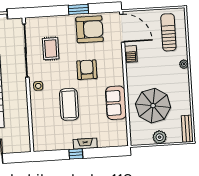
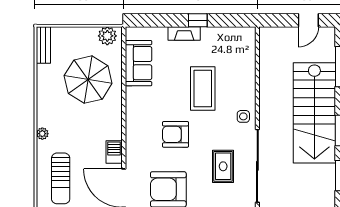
armchair: (87, 70) -> (175, 134), turned 90
sofa: (116, 103) -> (139, 63), moved
plant: (160, 137) -> (107, 36), moved

